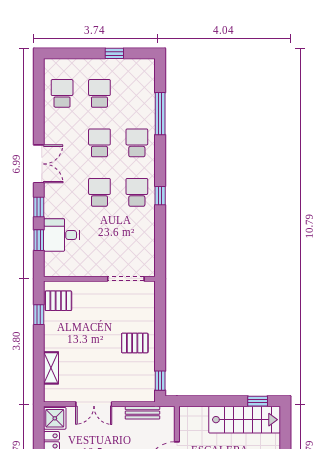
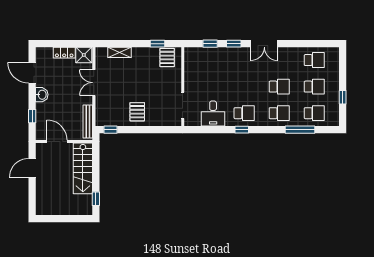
school desk: (99, 192) -> (314, 113), moved
desk: (61, 235) -> (213, 114), moved, turned 180
bench: (142, 413) -> (88, 122), width x1.36
stairs: (245, 420) -> (83, 168), moved

